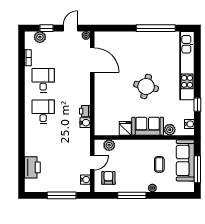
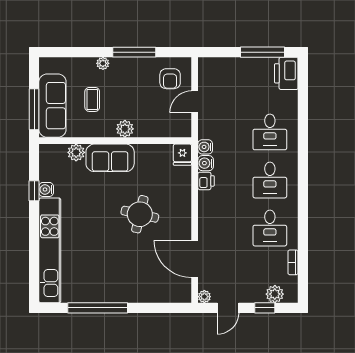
round table: (146, 86) -> (140, 214), moved
water cooler: (189, 124) -> (46, 189), moved
fridge: (125, 128) -> (182, 155), moved
desk: (43, 143) -> (270, 132), added
plant: (109, 145) -> (125, 129), moved
printer: (32, 167) -> (286, 73), moved
window: (197, 169) -> (34, 109), moved
water cooler: (85, 180) -> (205, 147), moved
window: (62, 195) -> (263, 52), moved

